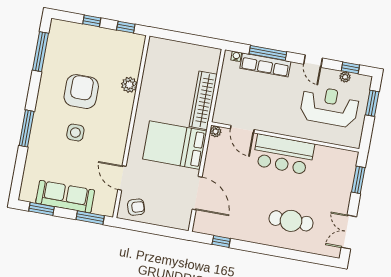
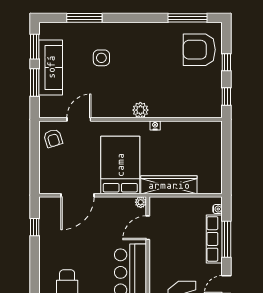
plant: (129, 85) -> (140, 110), moved
armchair: (81, 92) -> (199, 50), moved, turned 180
nightstand: (142, 103) -> (155, 125), added
window: (27, 128) -> (84, 18), moved
side table: (75, 133) -> (101, 58), moved
window: (90, 218) -> (35, 83), moved

